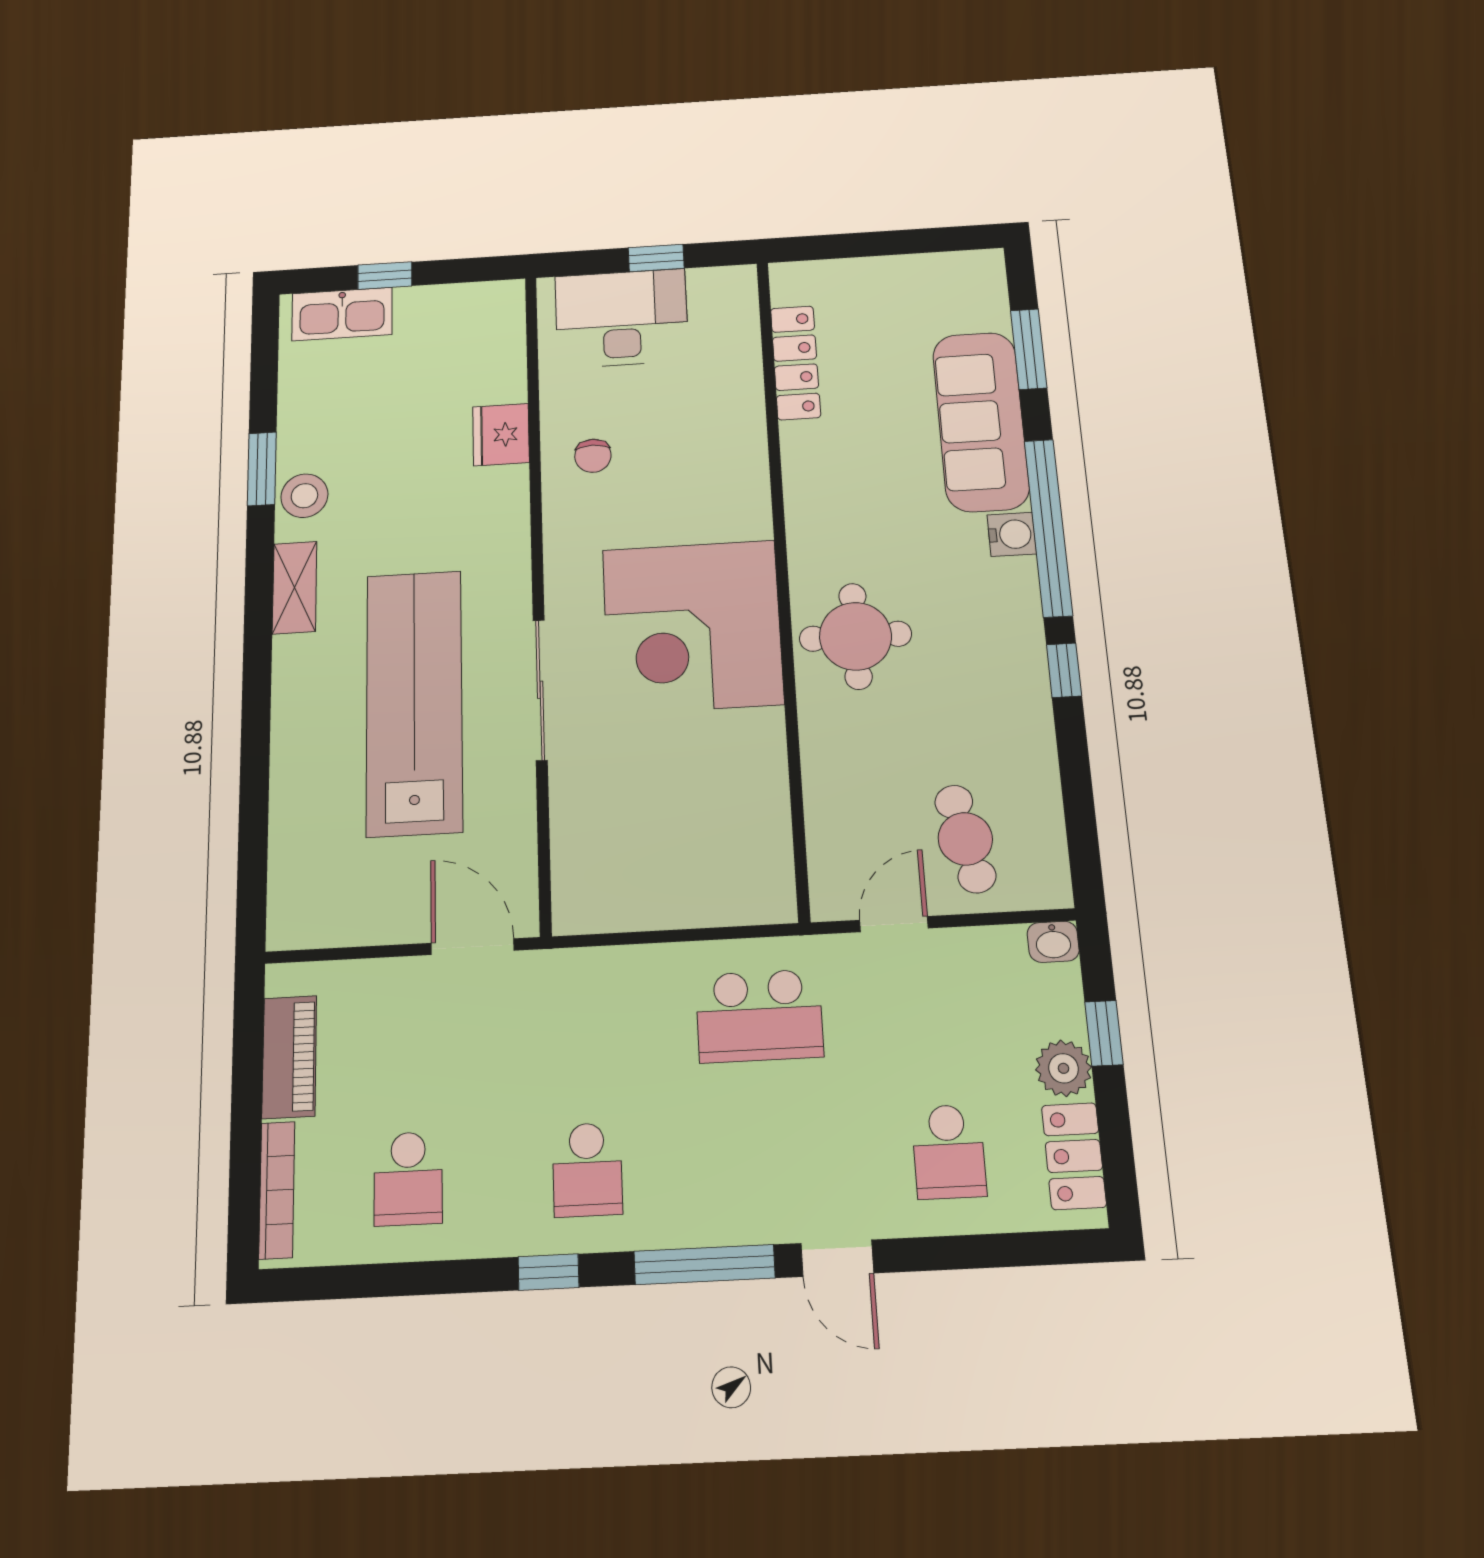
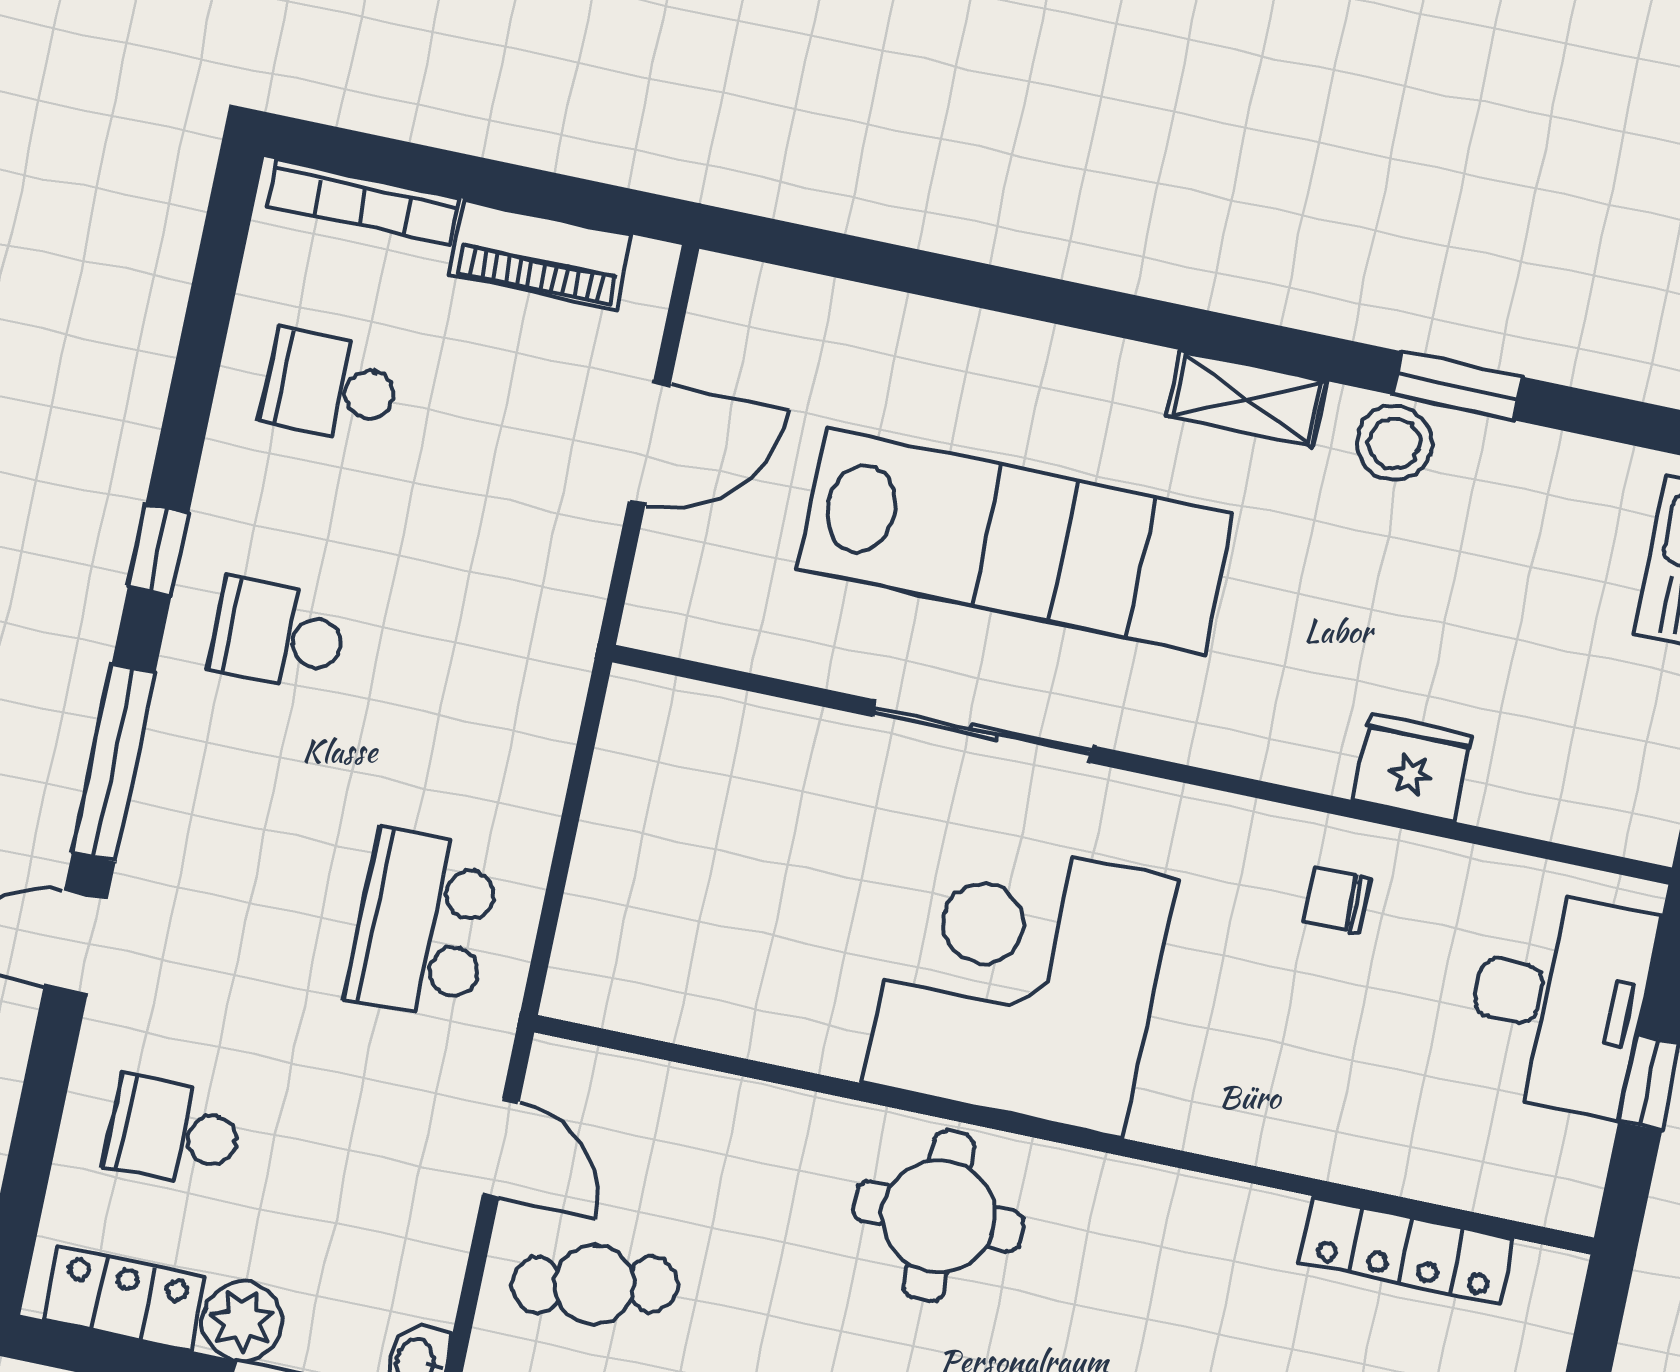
door: (473, 947) -> (649, 443), moved

